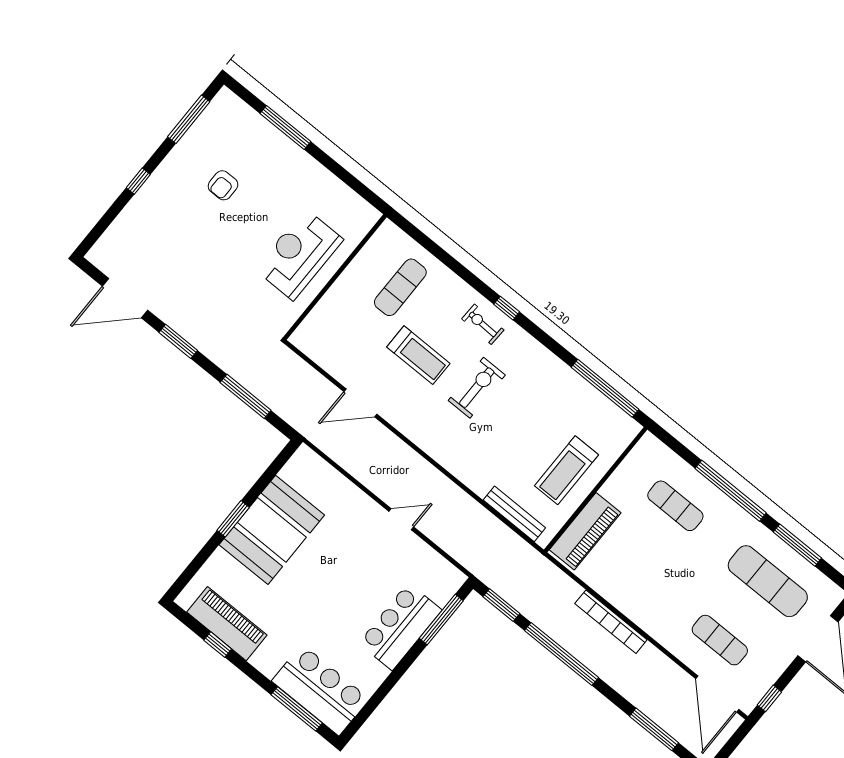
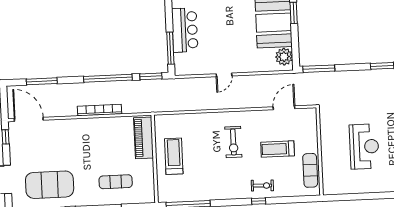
wall: (335, 277) -> (320, 151), moved
exercise bike: (477, 388) -> (233, 142), moved
window: (246, 396) -> (319, 69), moved
plant: (299, 472) -> (284, 57), added
bench: (514, 514) -> (179, 119), removed
exercise mat: (768, 581) -> (50, 185), width x1.47
exercise mat: (720, 640) -> (48, 143), removed

